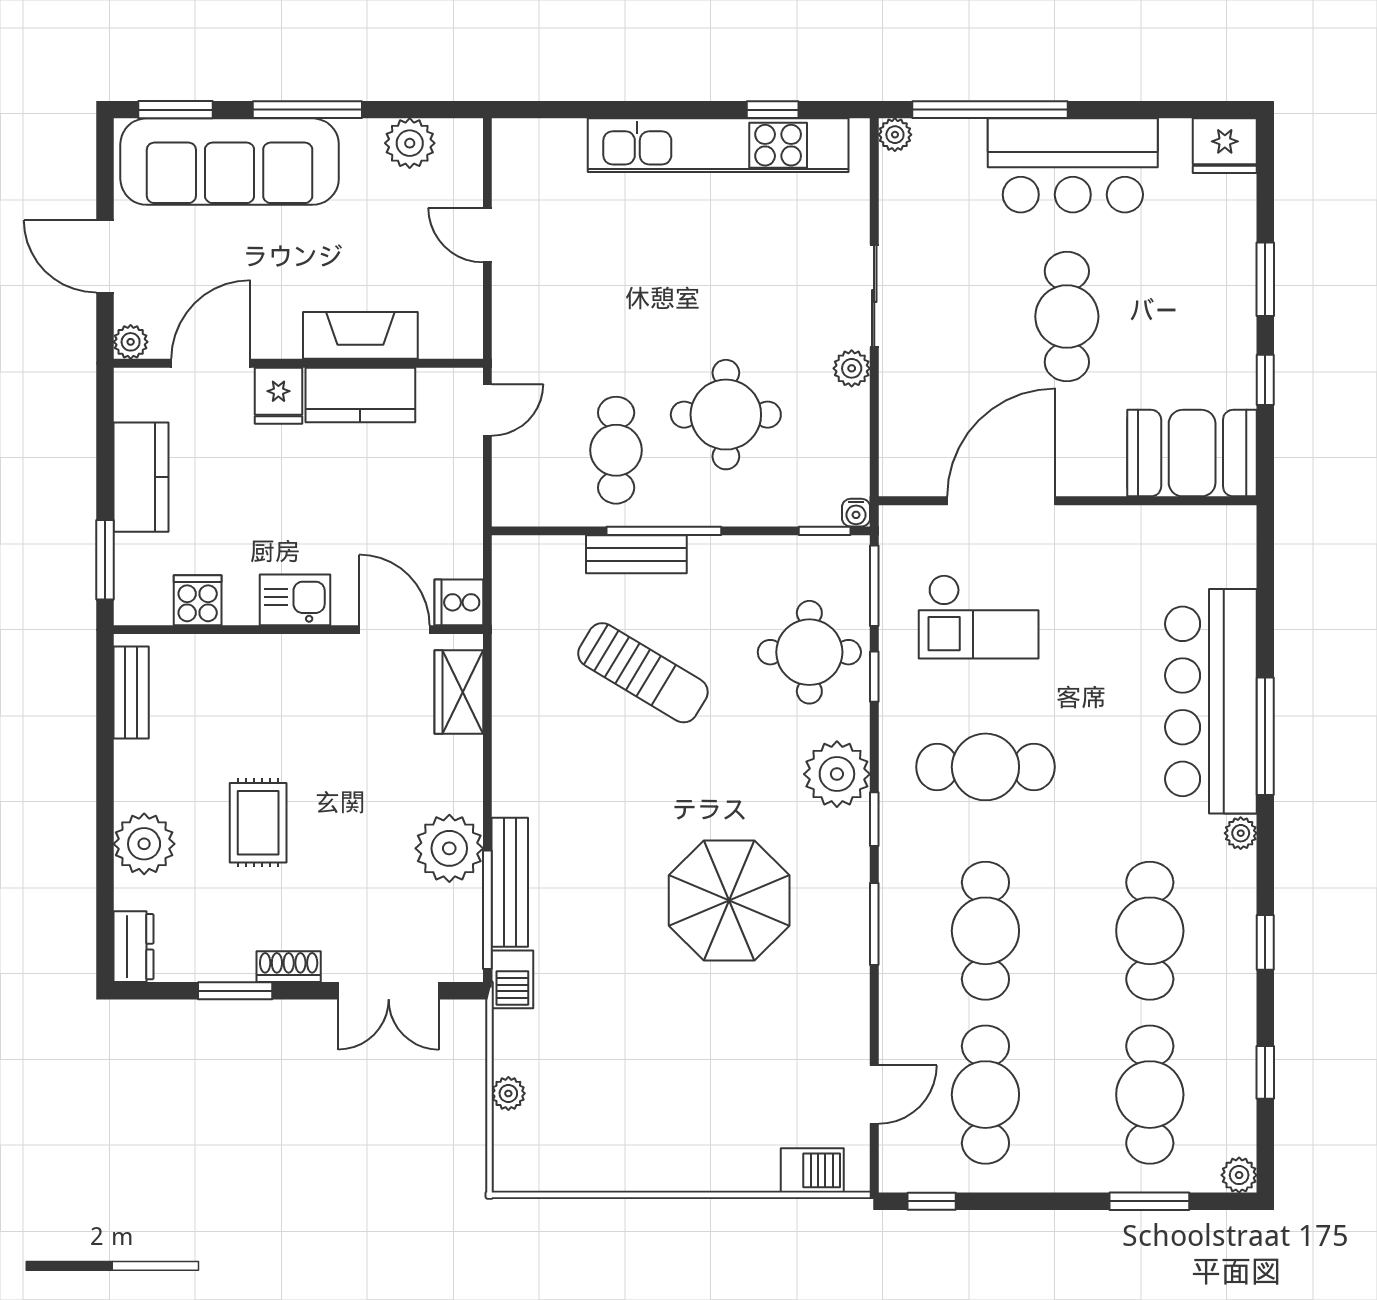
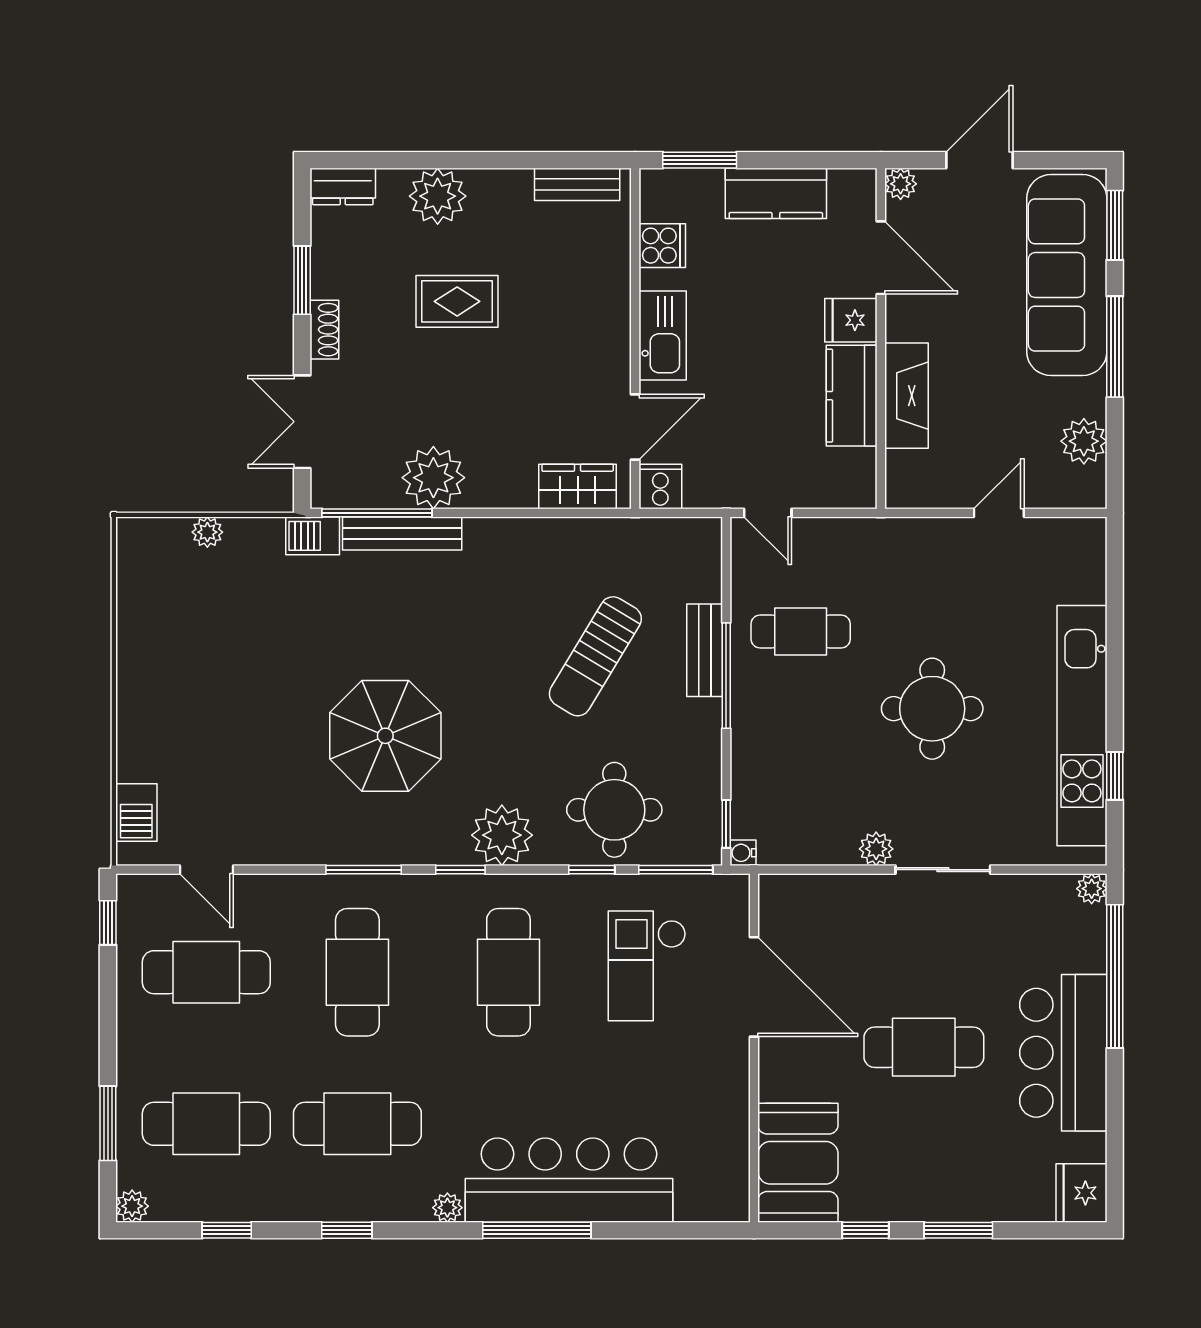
door: (487, 410) -> (768, 513), moved
round table: (726, 415) -> (932, 709), moved
kitchen sink: (295, 600) -> (663, 335), width x1.38
cafe table: (985, 931) -> (357, 972), turned 90

